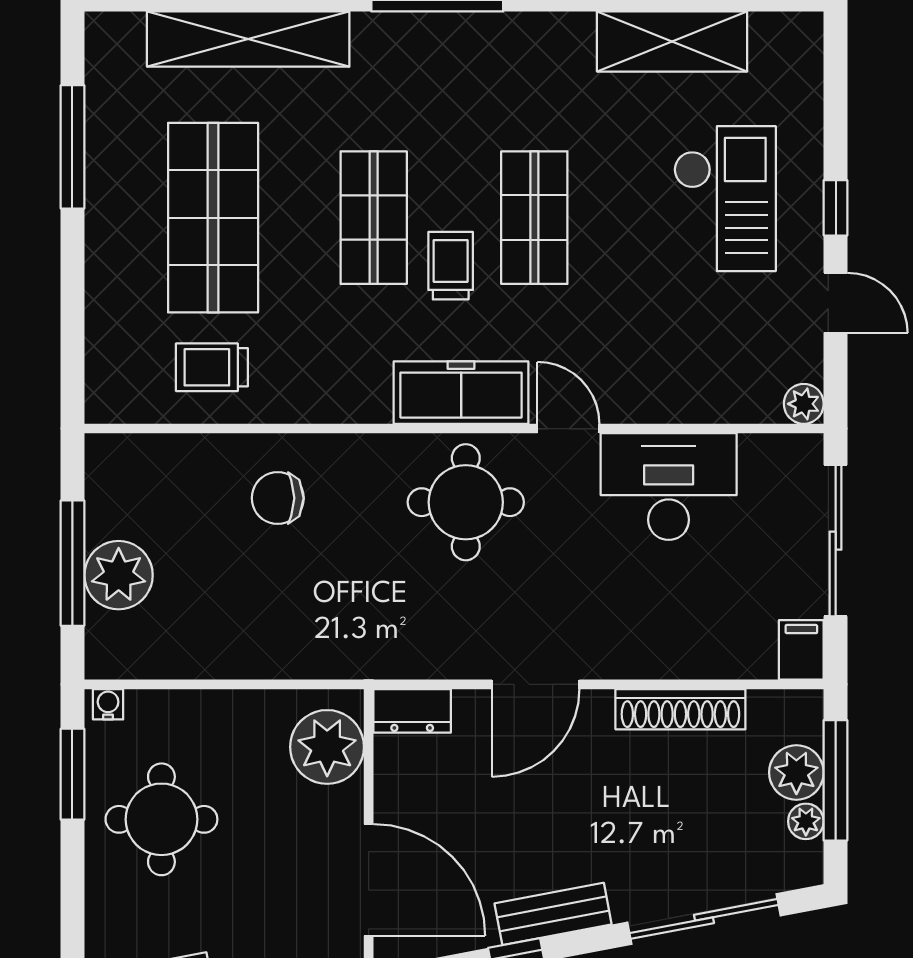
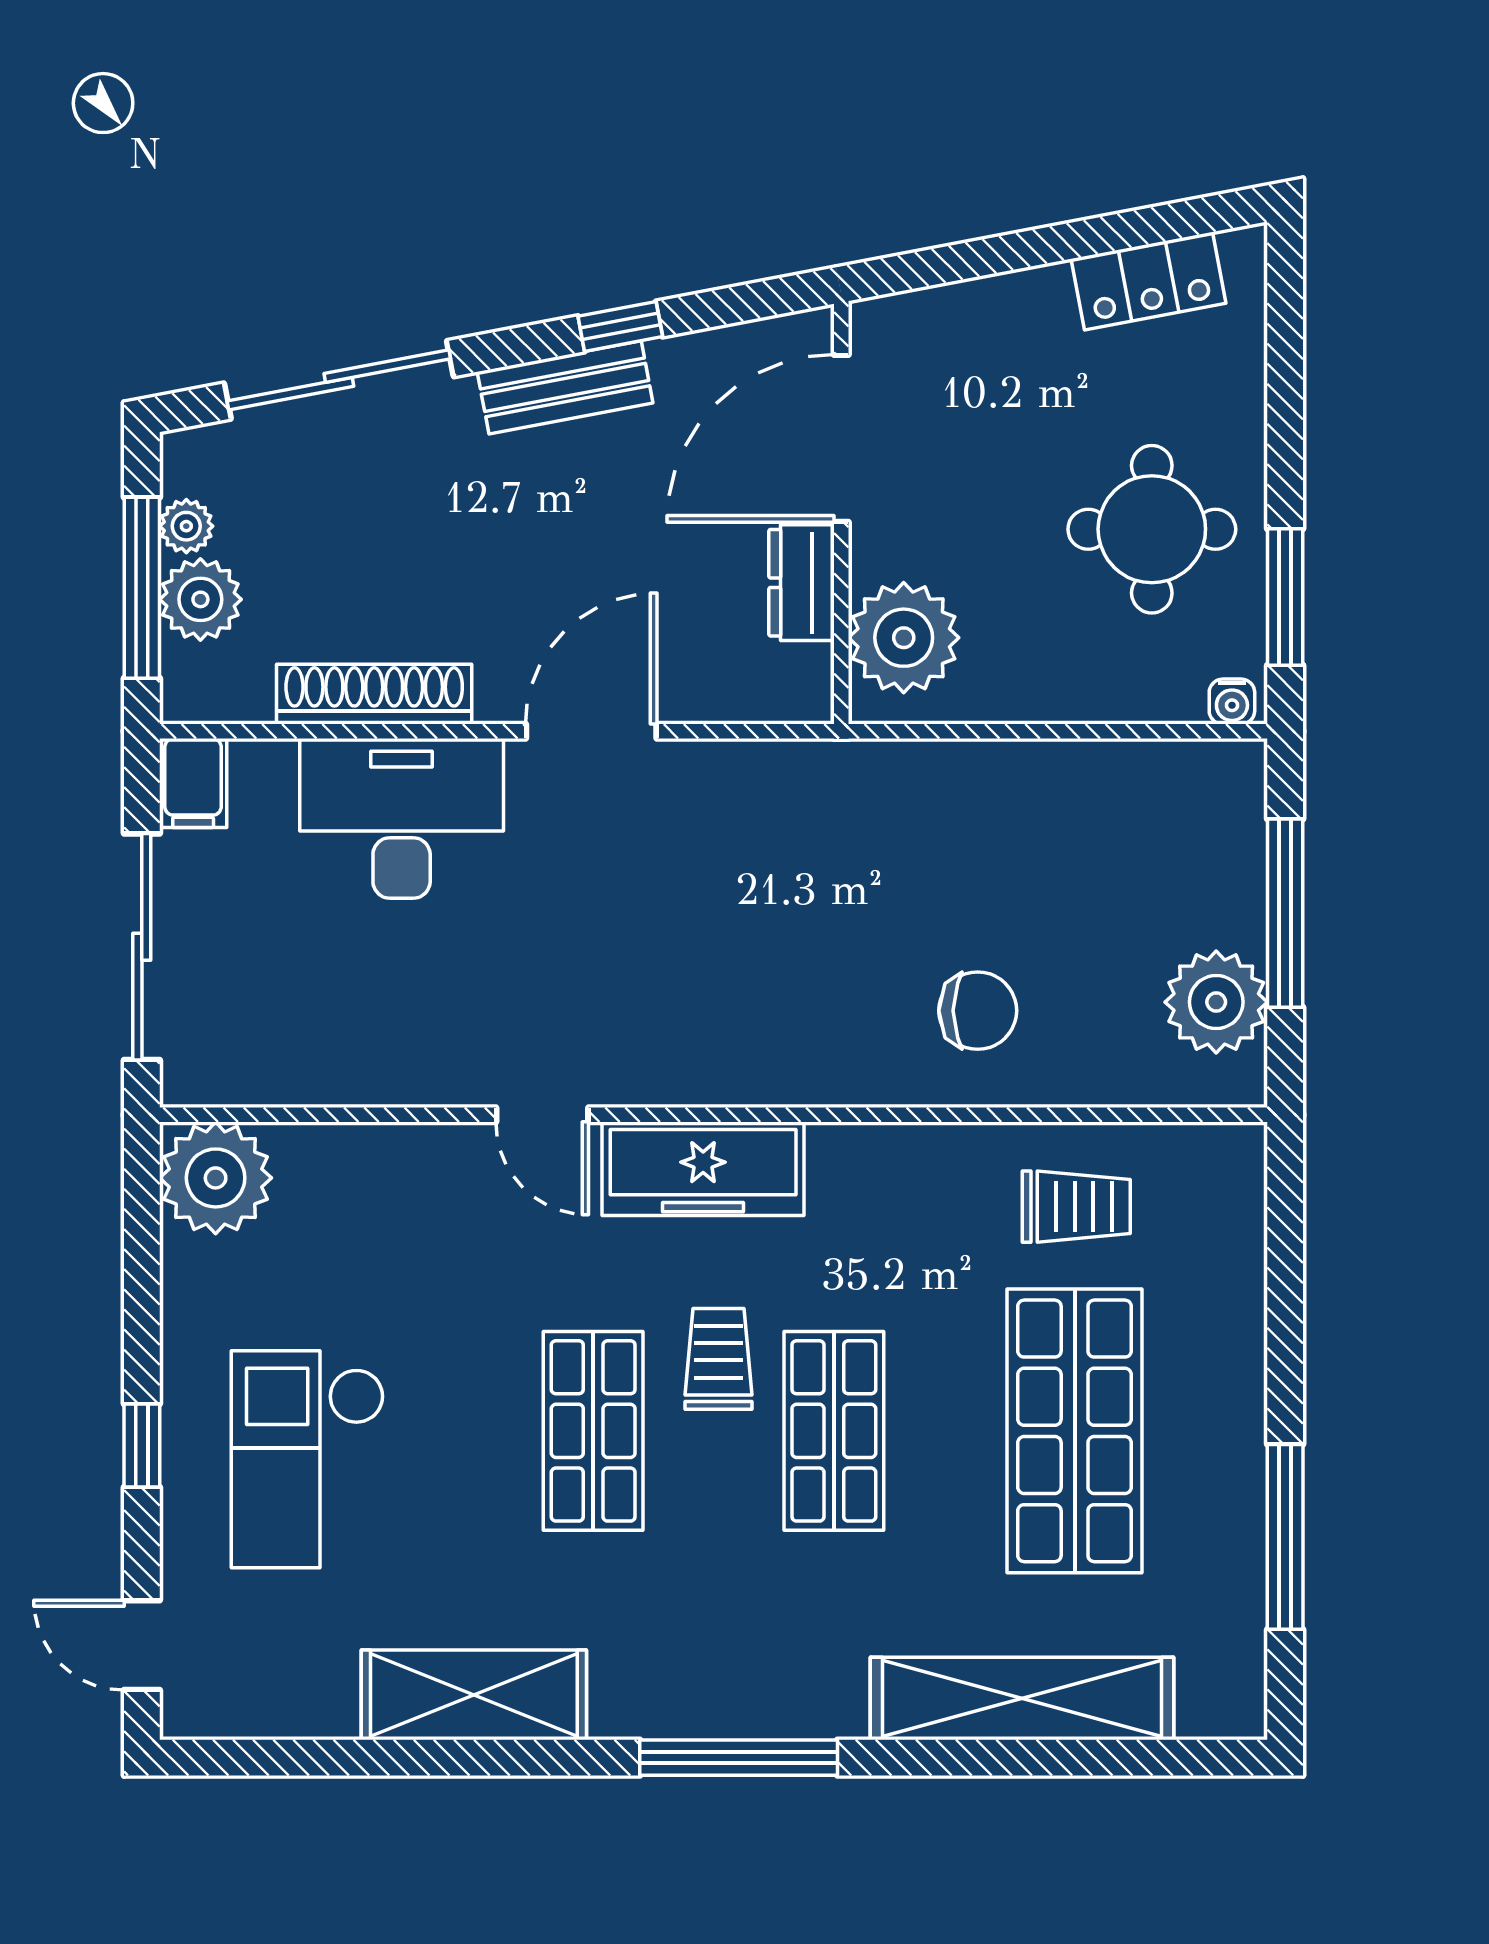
shelving: (672, 41) -> (474, 1695), moved
trolley: (451, 266) -> (719, 1359), turned 180
door: (836, 303) -> (142, 1645), moved
plant: (804, 404) -> (216, 1178), width x1.88, depth x1.88
desk: (669, 487) -> (402, 818), moved, turned 180
round table: (466, 502) -> (696, 1004), removed
plant: (119, 575) -> (1216, 1002), moved
dresser: (412, 711) -> (802, 583), moved, turned -90
door: (369, 880) -> (841, 438), hinge flipped

